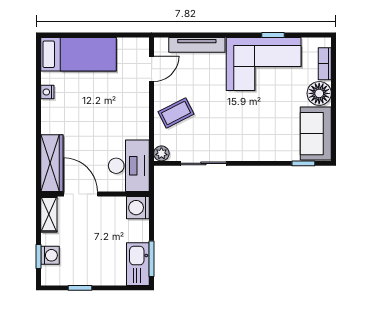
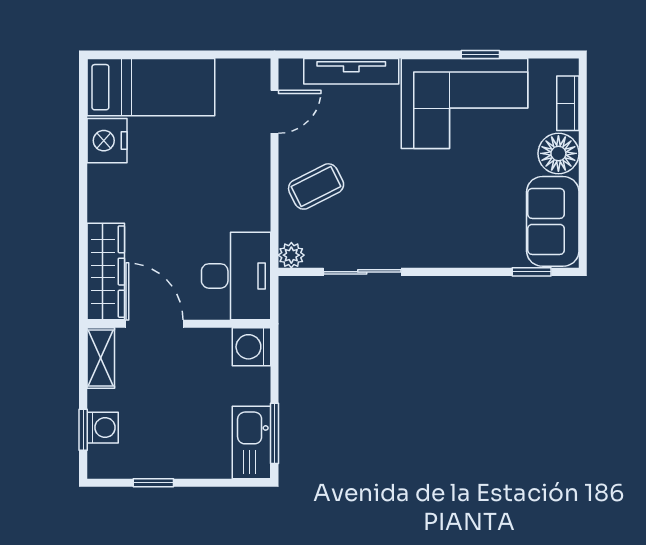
nightstand: (47, 92) -> (107, 141), width x1.89, depth x1.79

